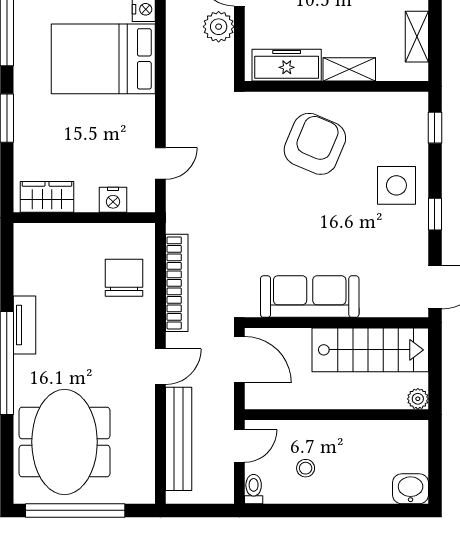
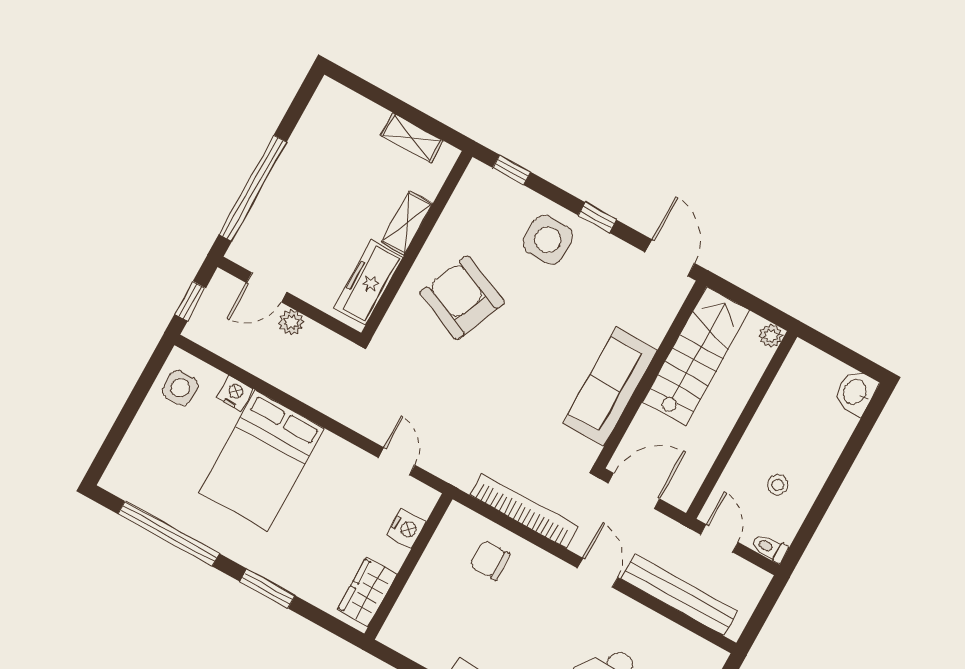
plant: (219, 27) -> (291, 322), width x0.73, depth x0.73
chair: (124, 278) -> (490, 560), width x0.73, depth x0.73

